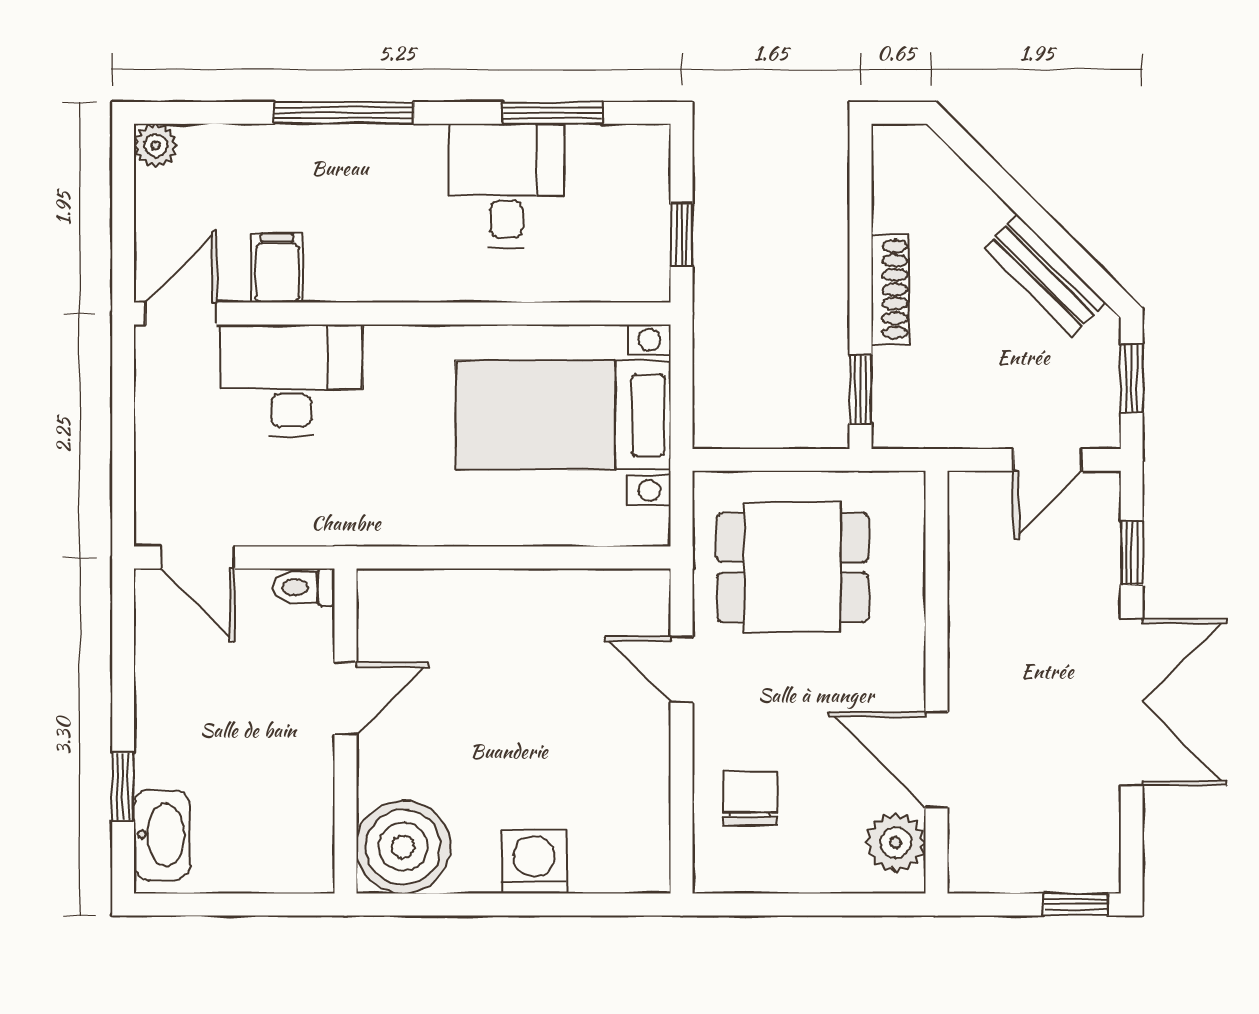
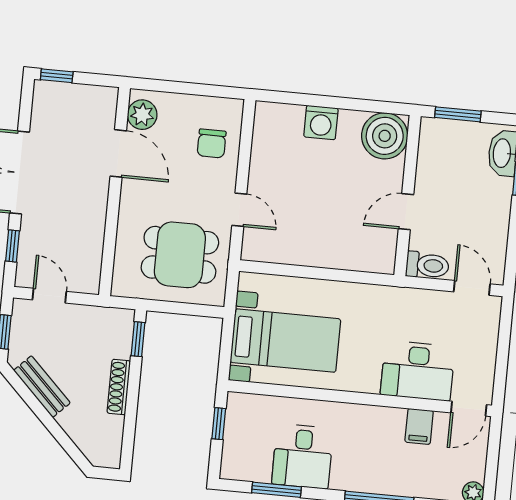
door: (1048, 460) -> (49, 296), hinge flipped
toilet: (304, 587) -> (427, 265), width x1.37, depth x1.39
window: (260, 904) -> (458, 114), added

